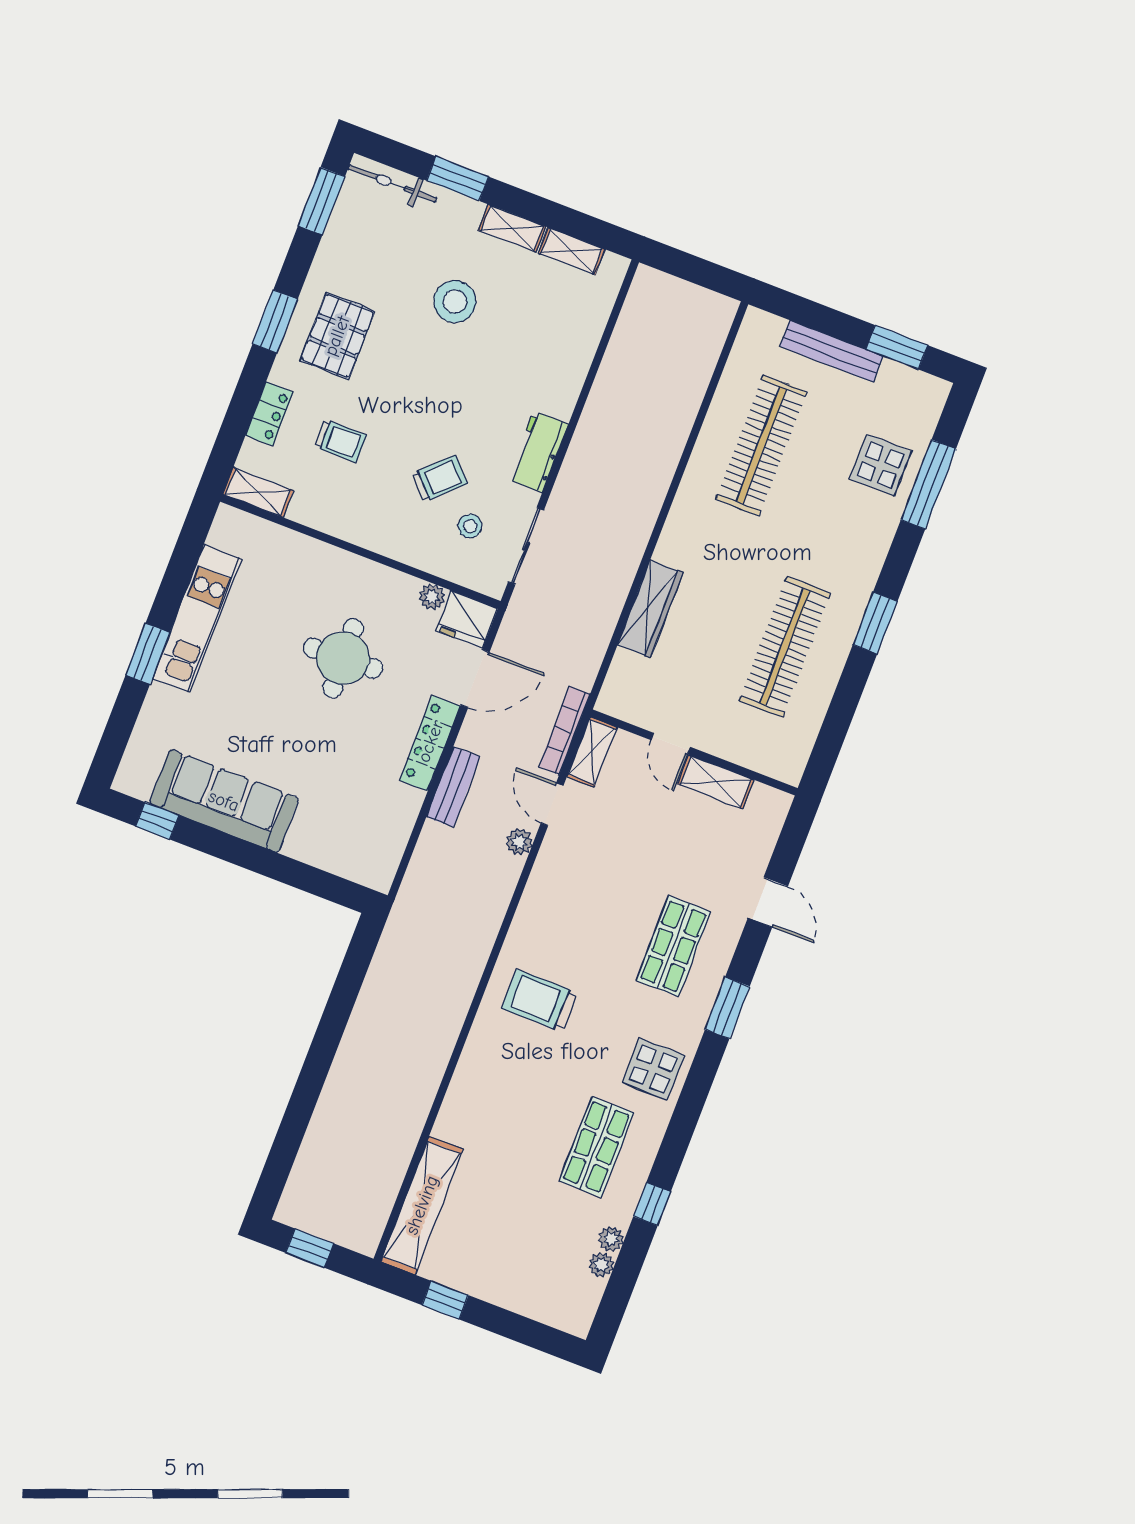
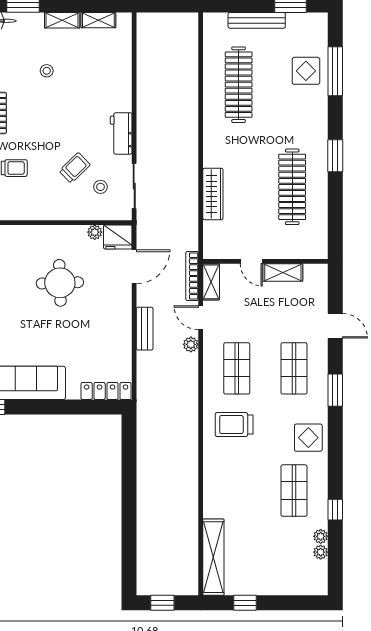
stool: (455, 302) -> (47, 71), width x0.53, depth x0.53
locker: (430, 743) -> (106, 391), moved, turned 90
shop shelf: (579, 910) -> (237, 368), added

